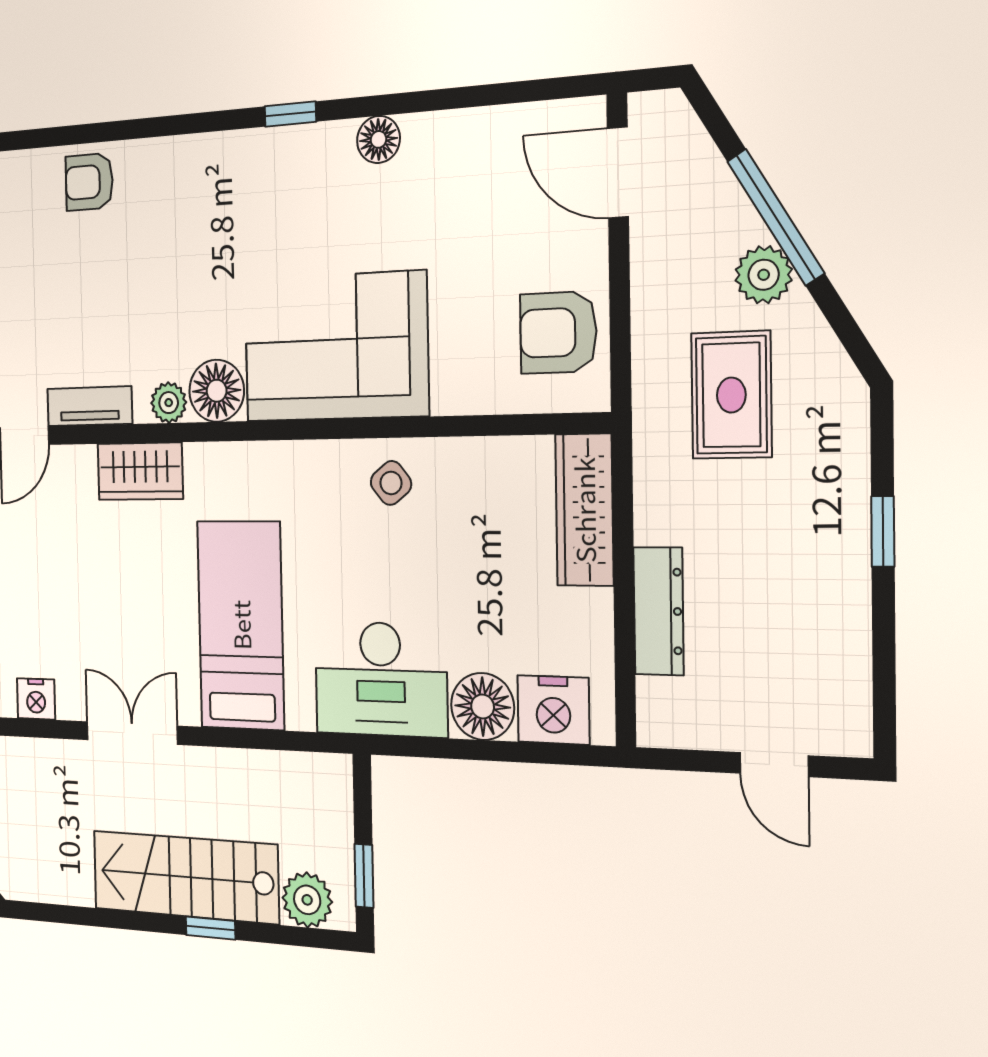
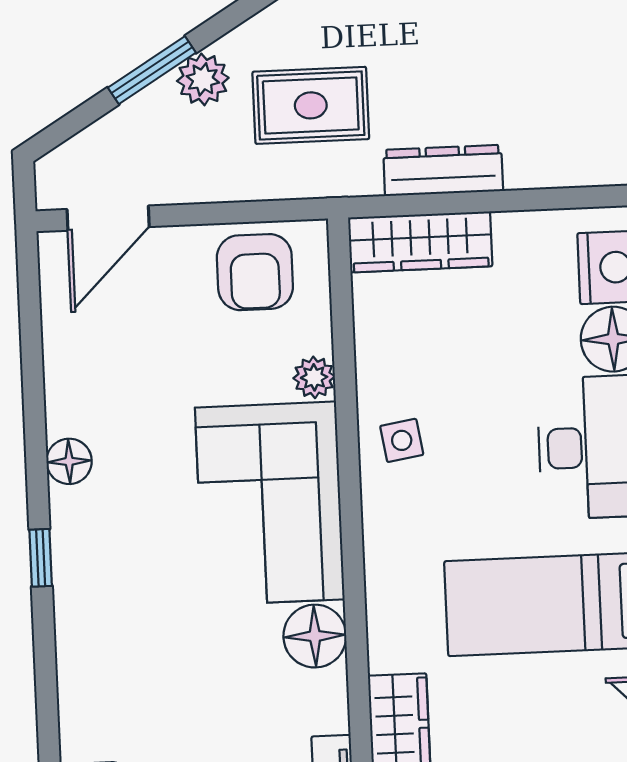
window: (776, 217) -> (152, 70), width x0.69
plant: (169, 403) -> (314, 377), moved
side table: (391, 483) -> (402, 440), turned 30
dresser: (659, 611) -> (443, 170), moved

